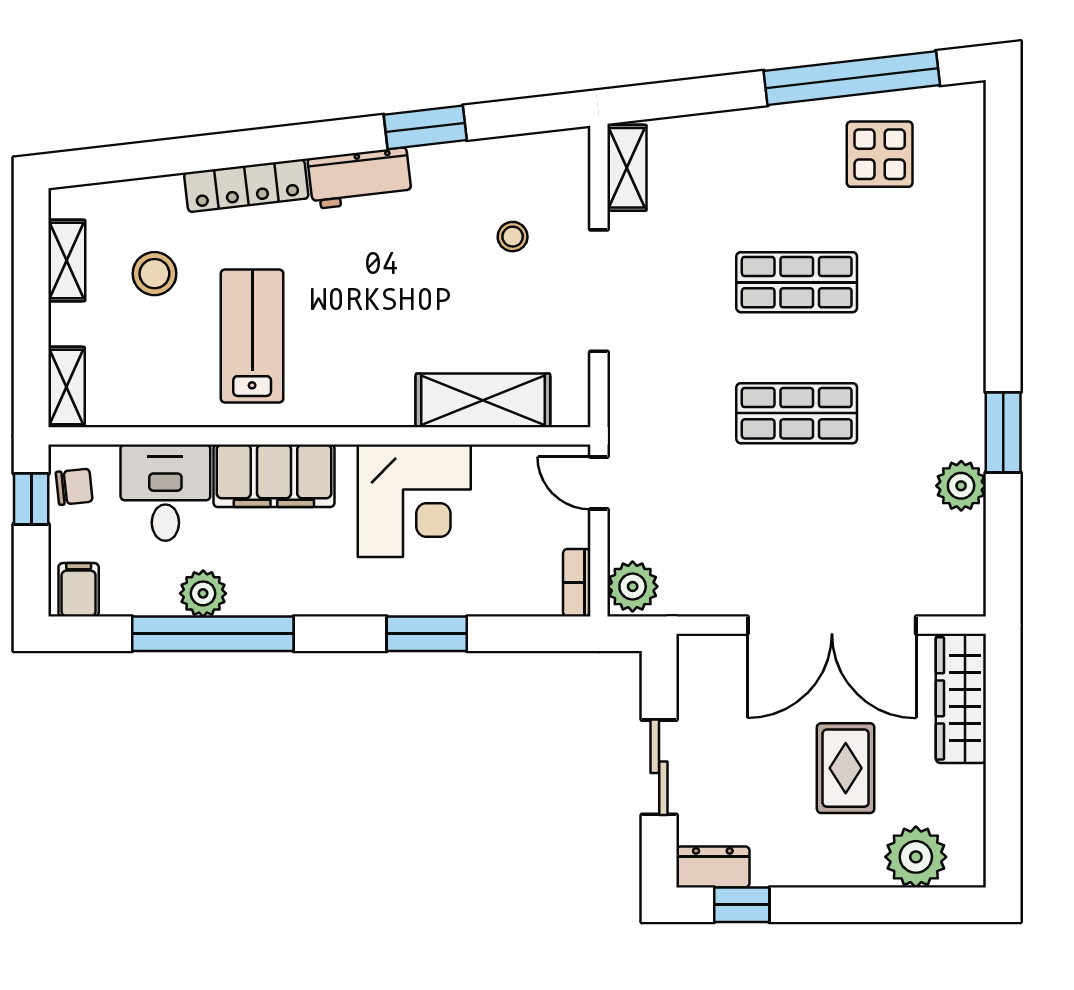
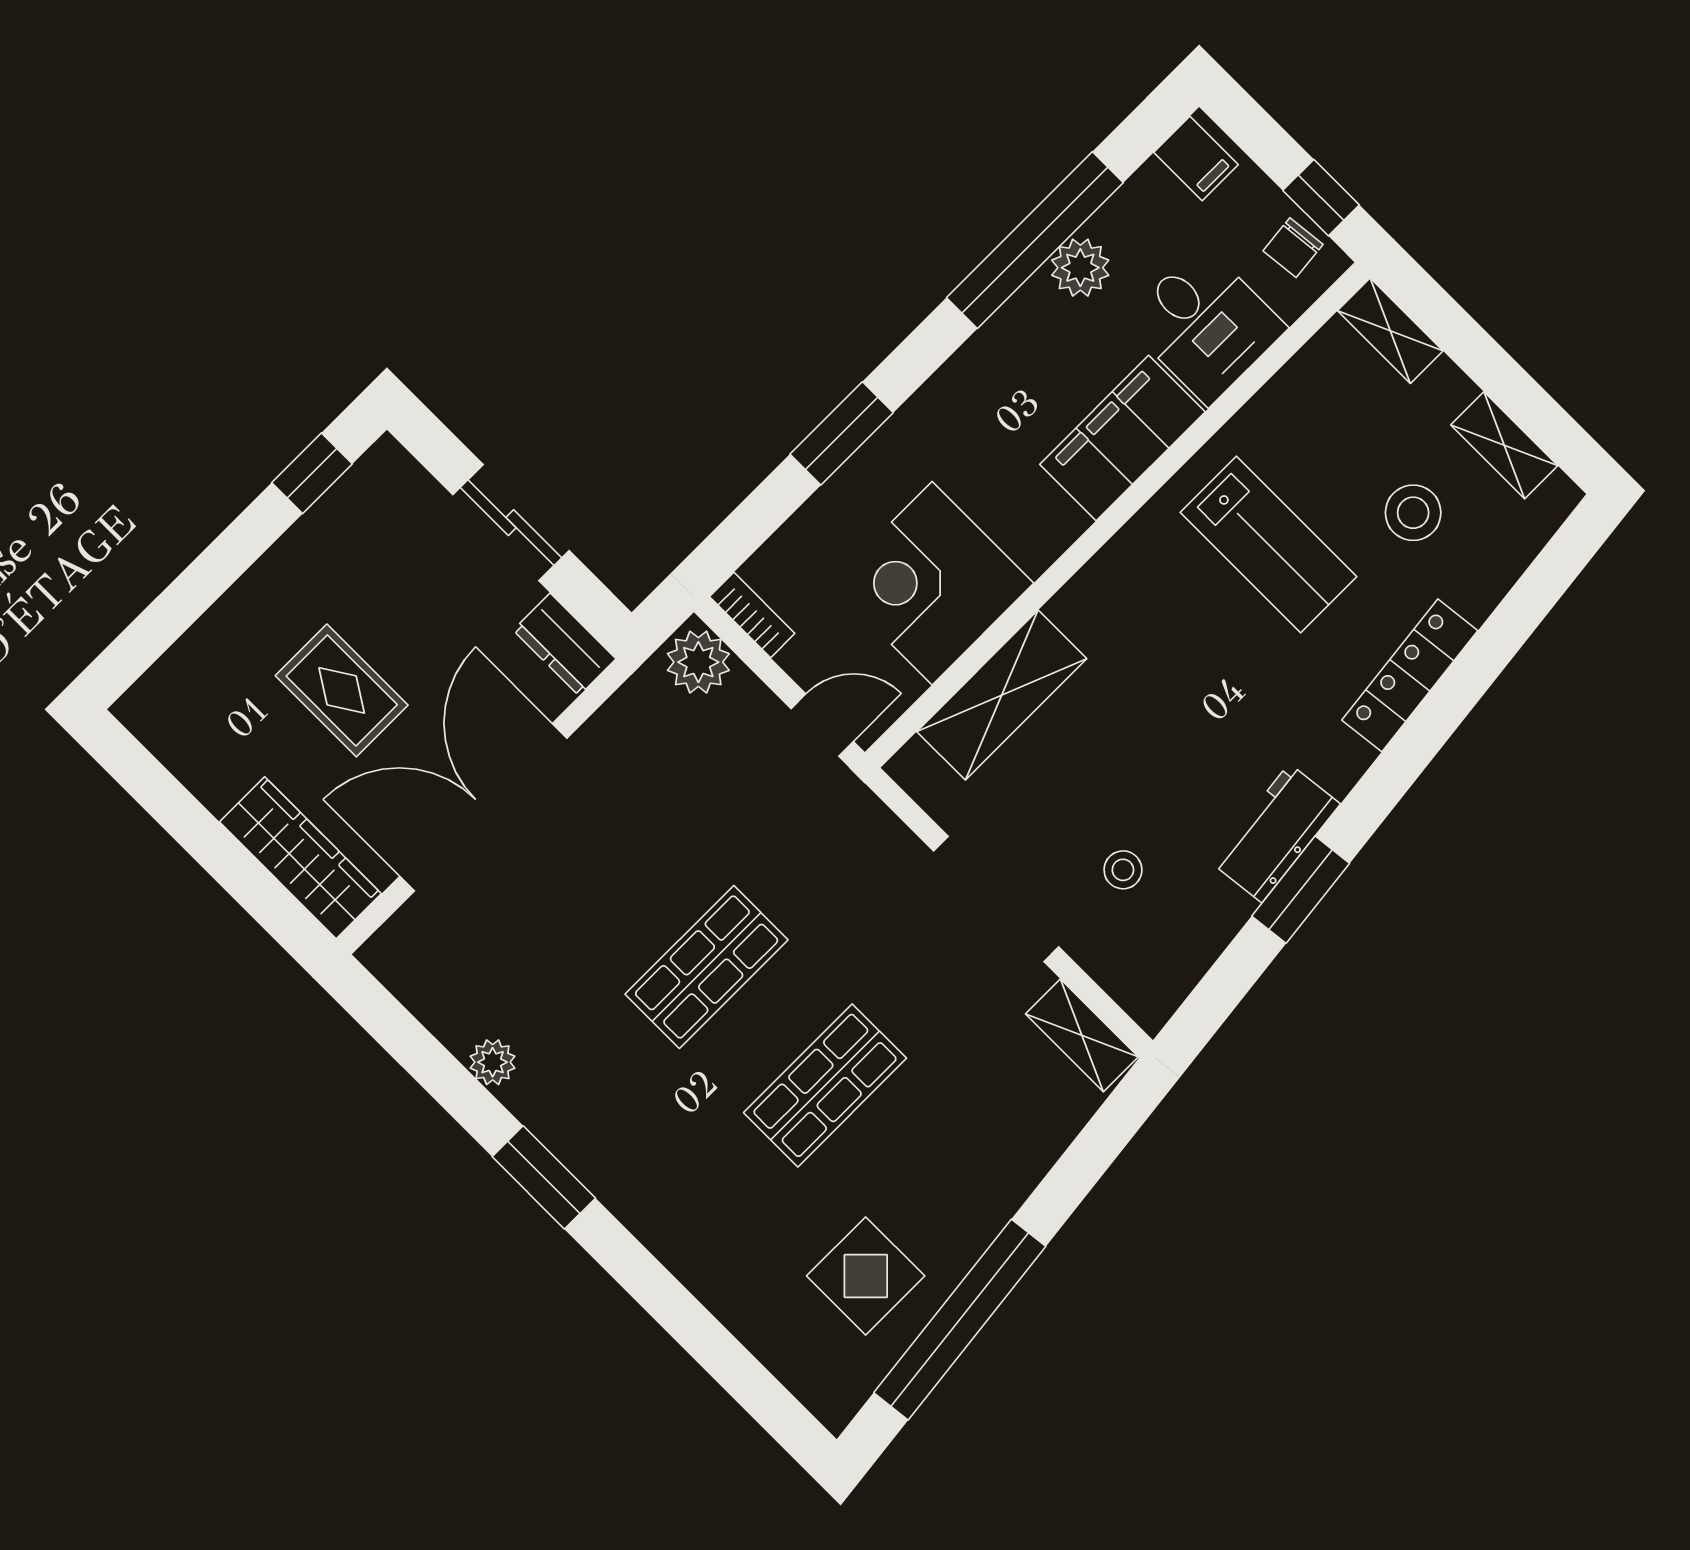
workbench: (360, 178) -> (1276, 833), moved
window: (1003, 432) -> (544, 1177), moved
plant: (961, 486) -> (493, 1062), width x0.73, depth x0.73
corner desk: (414, 501) -> (932, 583), moved
plant: (916, 857) -> (198, 674), removed
dresser: (713, 867) -> (564, 644), moved, turned 90

